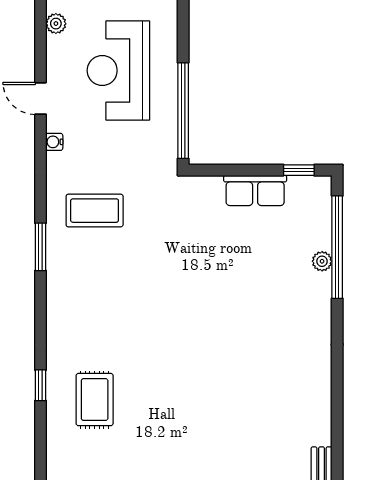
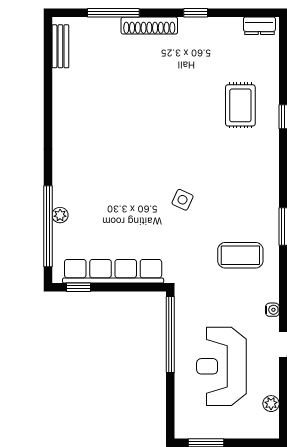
reception desk: (118, 71) -> (221, 366), turned 180
row of seats: (255, 190) -> (113, 271), width x2.02
side table: (168, 281) -> (183, 200), added

